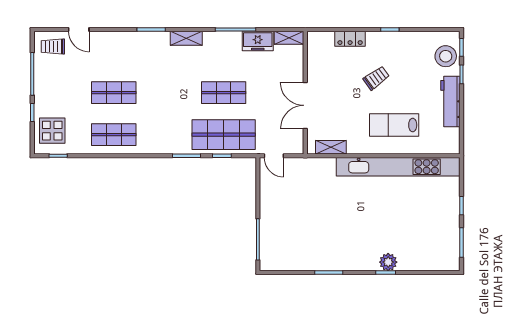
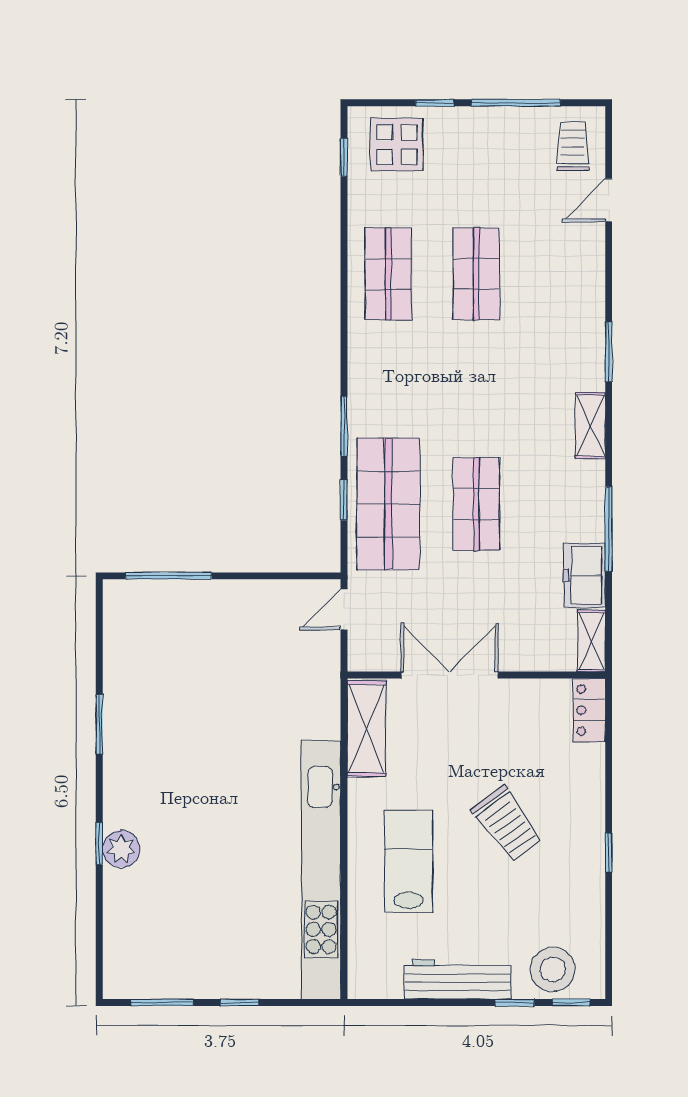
locker: (350, 39) -> (589, 710), moved
trolley: (376, 78) -> (507, 824), width x1.36, depth x1.39
shelving: (331, 147) -> (366, 729), width x1.50, depth x1.33

